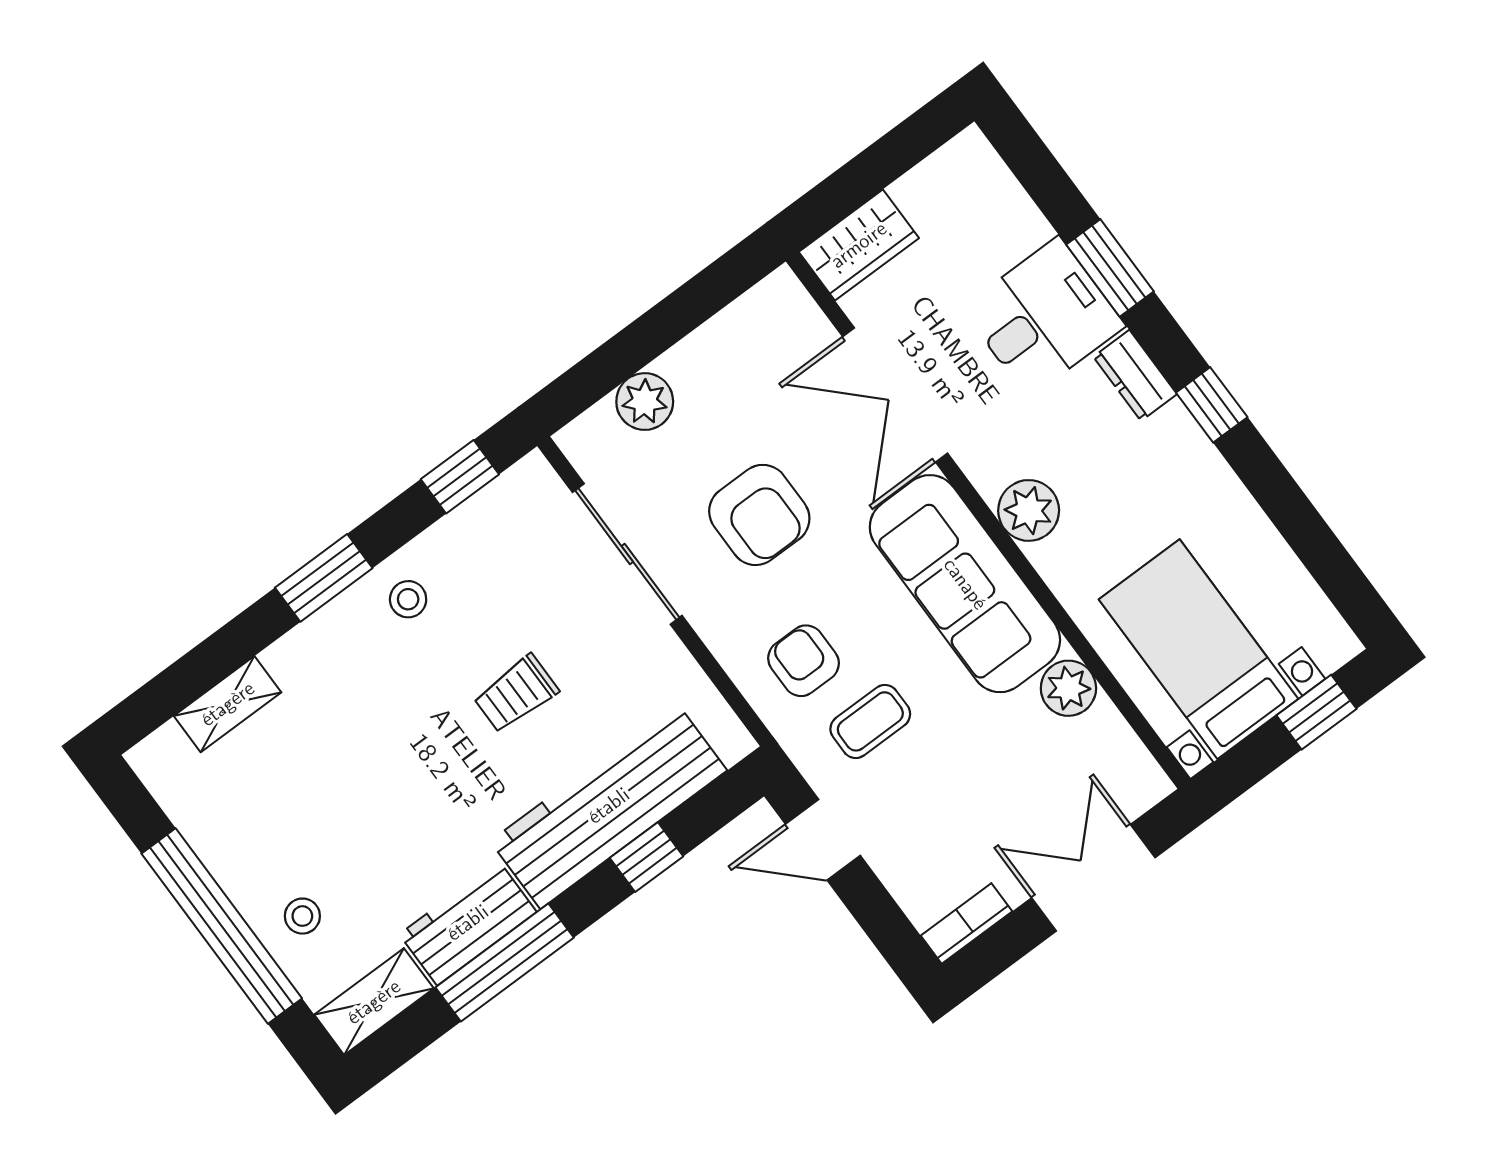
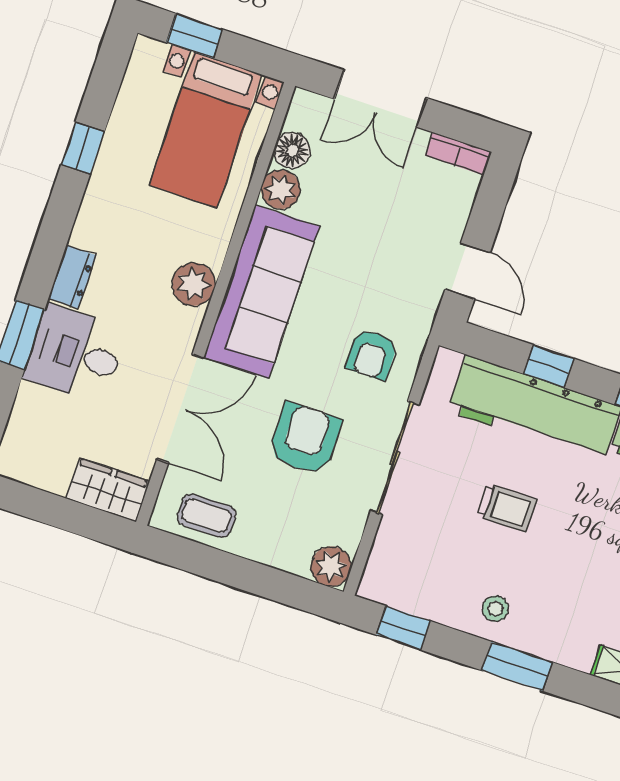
plant: (645, 402) -> (331, 567), moved
window: (1212, 405) -> (83, 148), moved
sliding door: (627, 554) -> (395, 458), moved
coffee table: (870, 721) -> (207, 516), moved
floor lamp: (1104, 733) -> (292, 151), added

